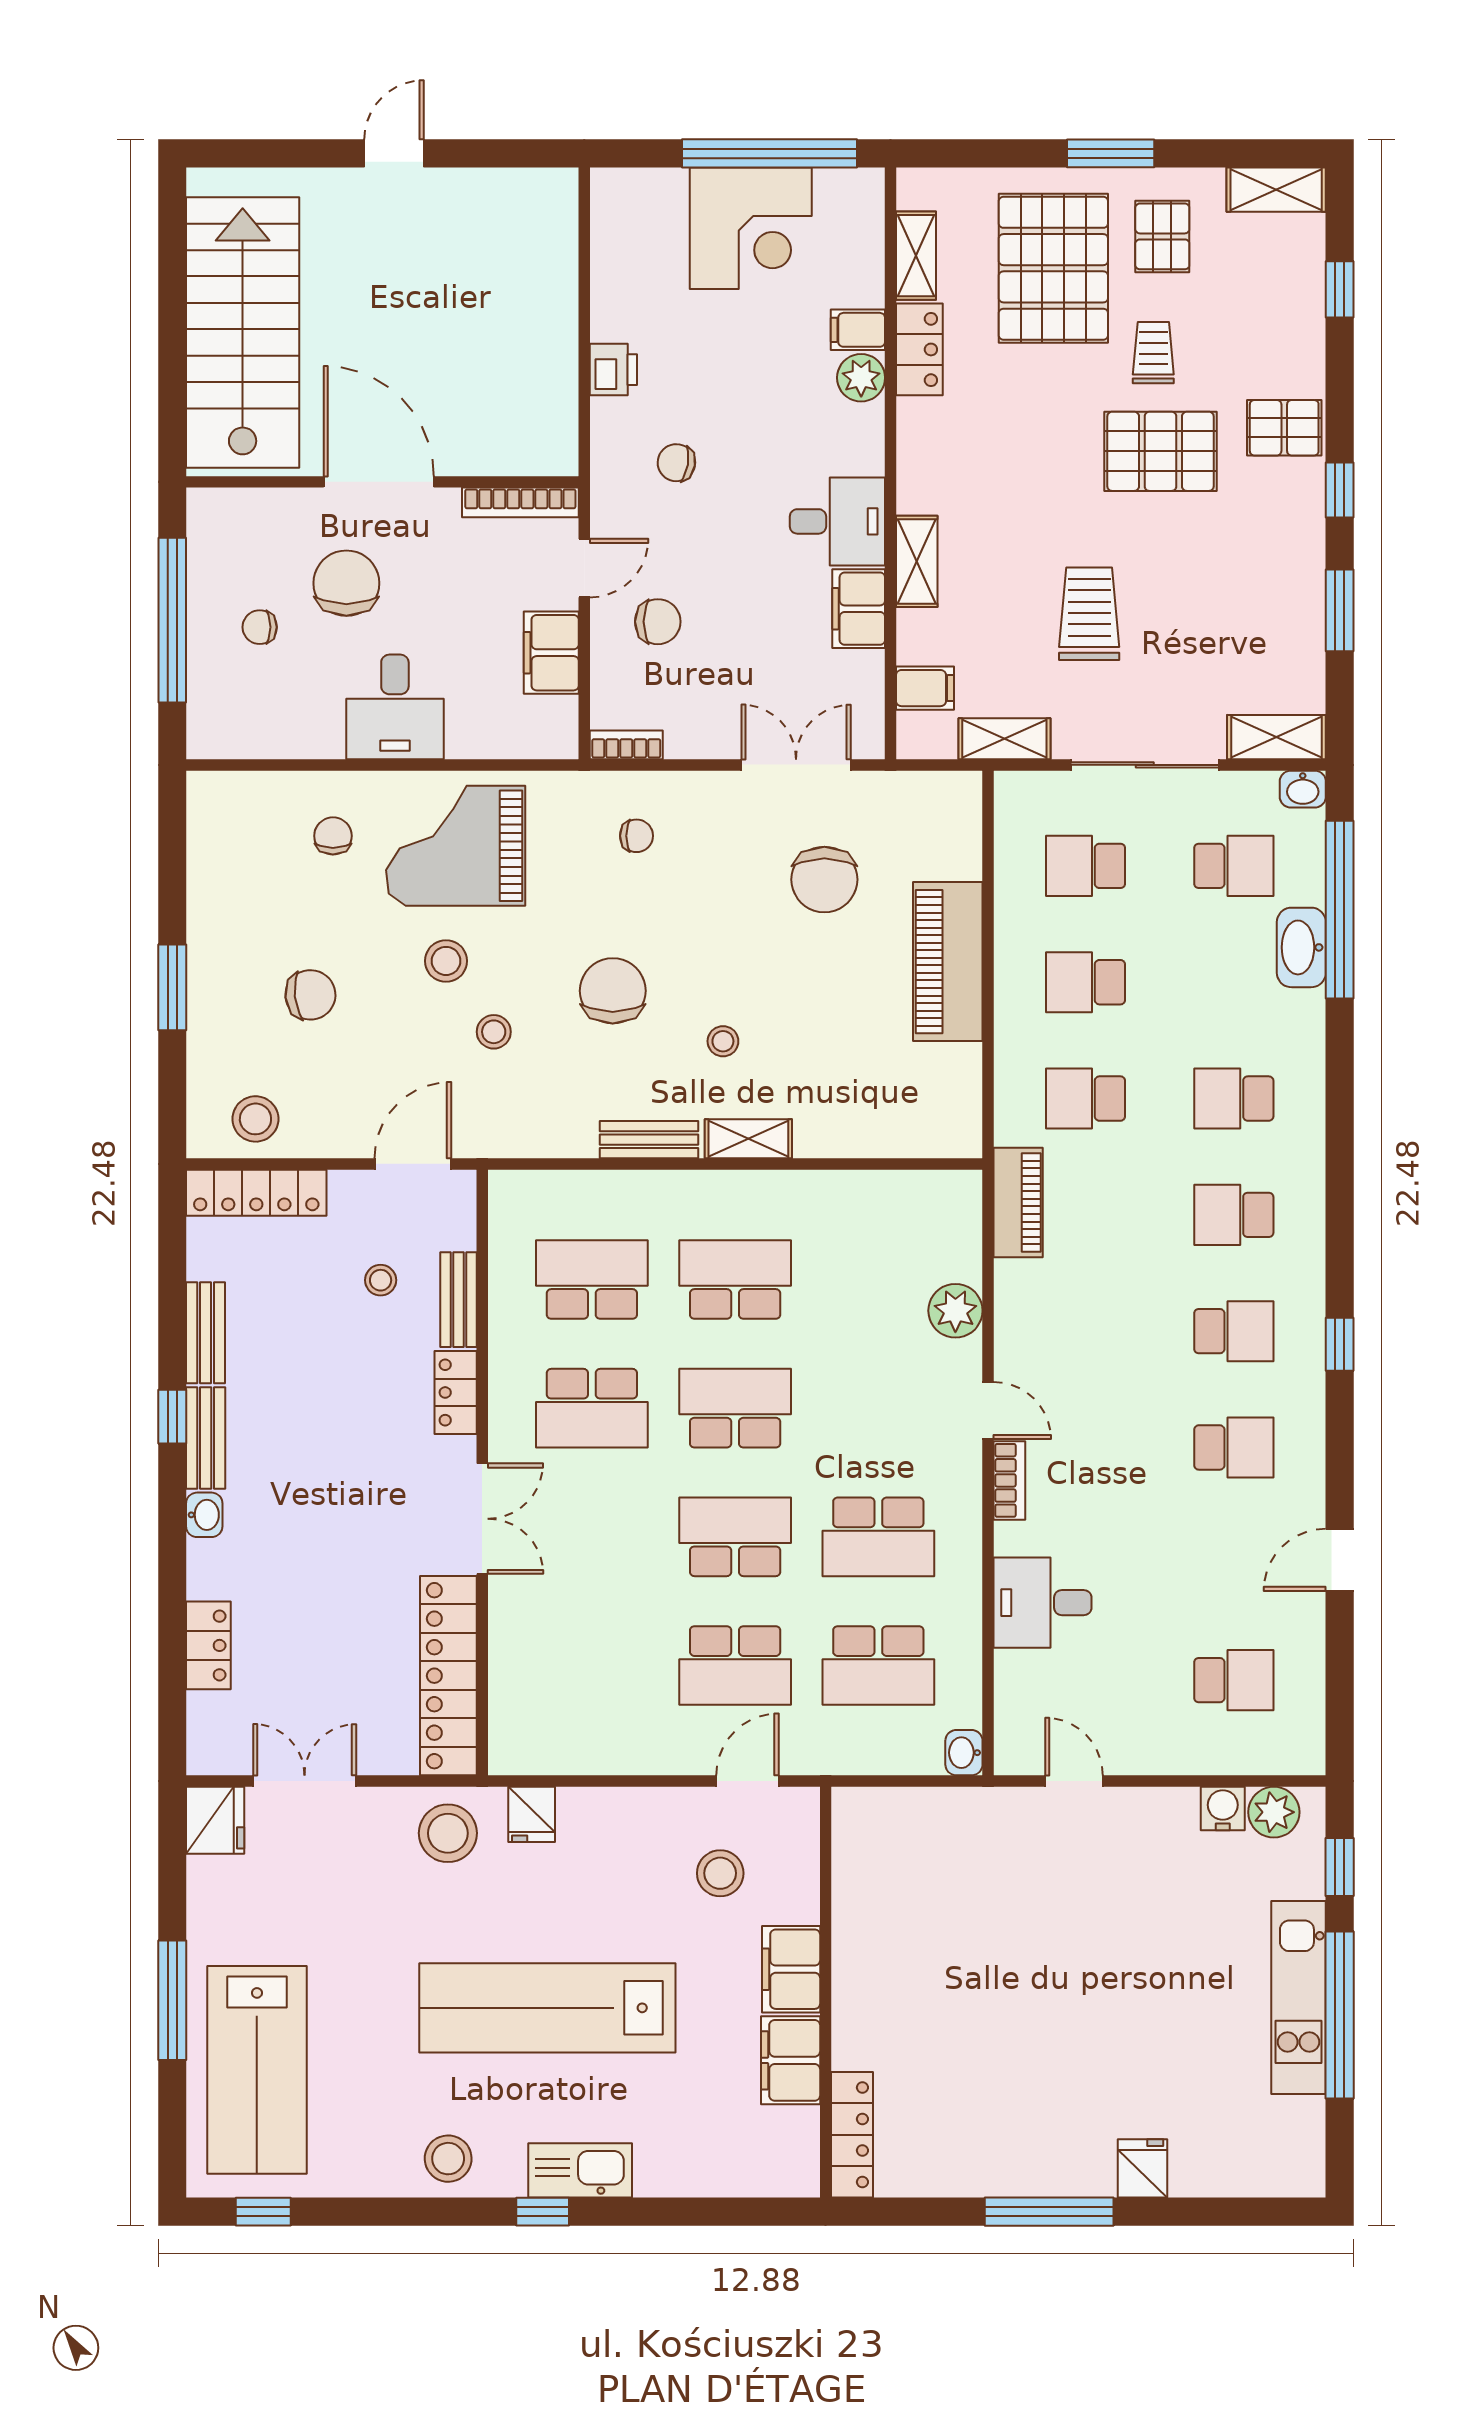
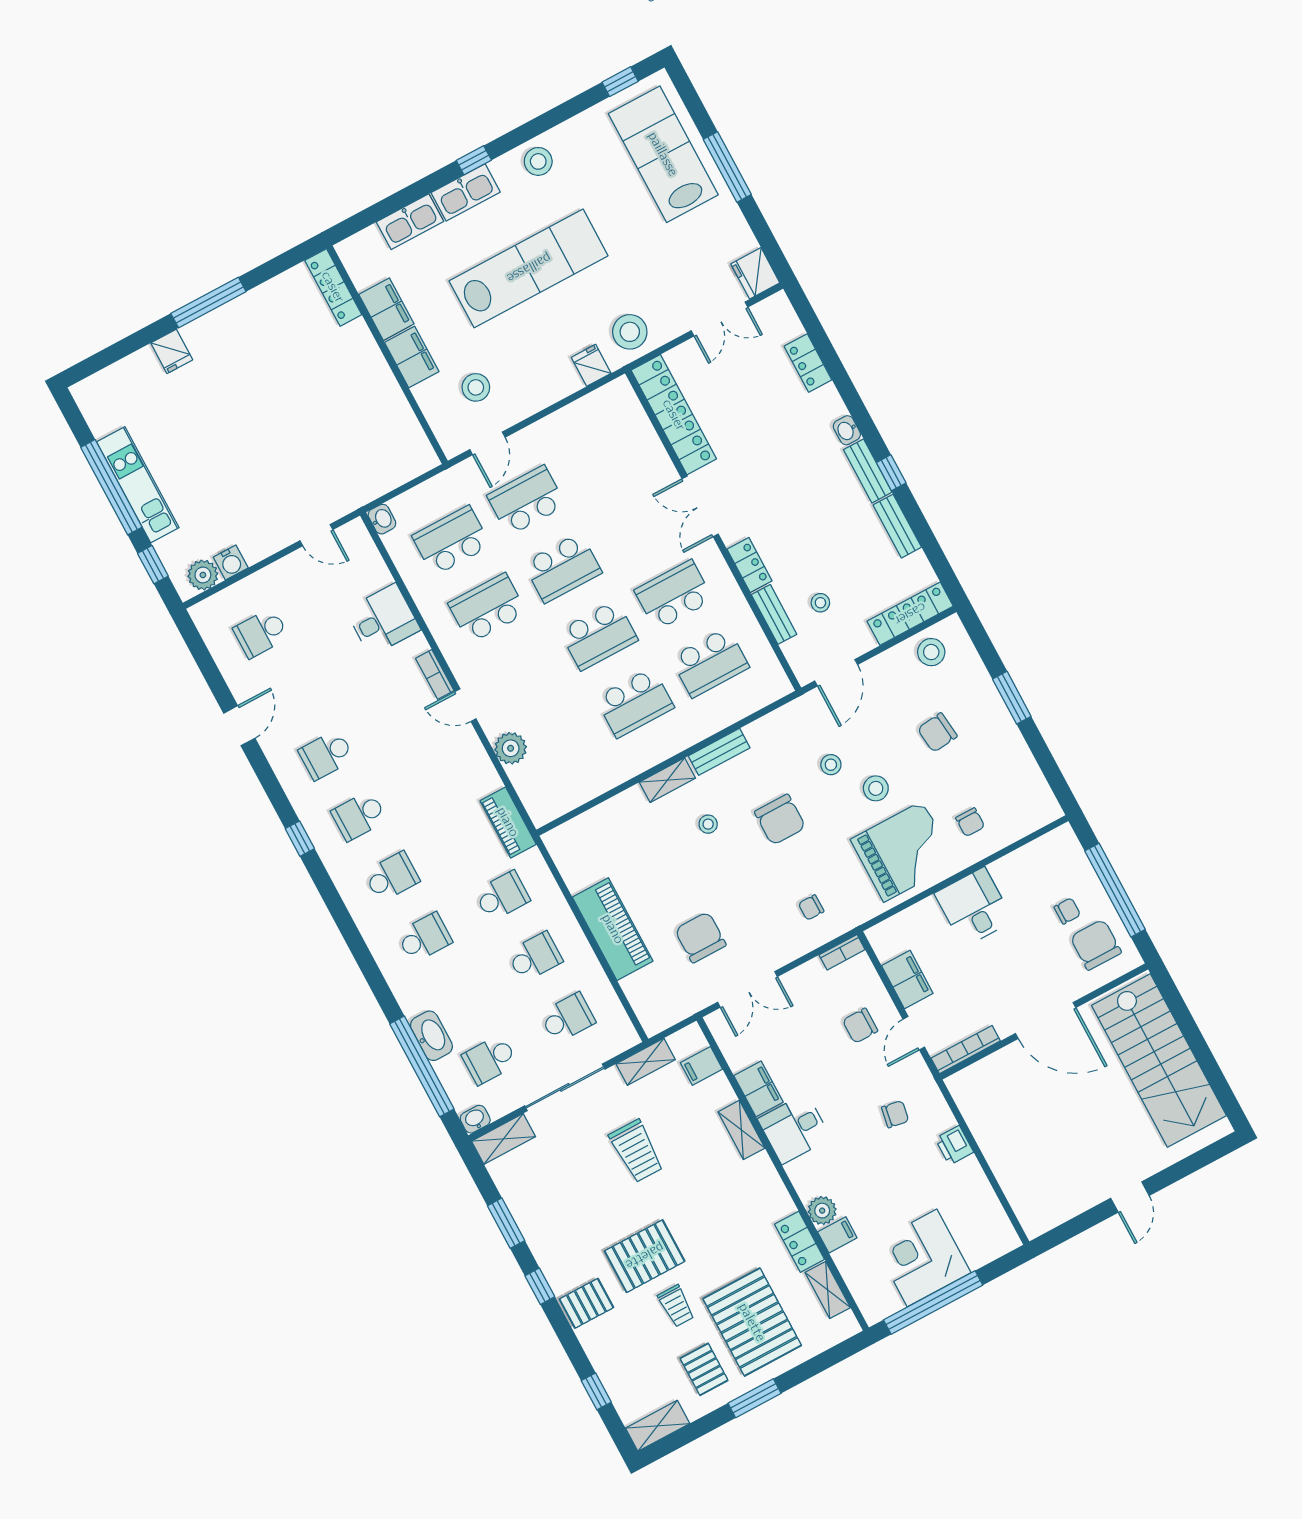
chair: (346, 583) -> (1096, 945), moved, turned 180
kitchen sink: (686, 2171) -> (410, 222), added

